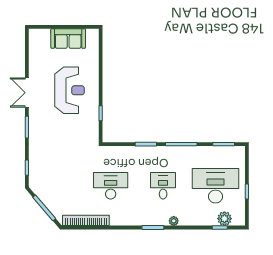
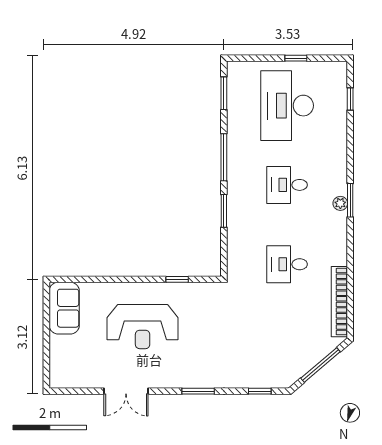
sofa: (68, 39) -> (64, 308), moved
reception desk: (69, 90) -> (143, 327), turned 180
double door: (27, 93) -> (126, 391), moved
desk: (111, 186) -> (287, 264), width x0.73
plant: (224, 219) -> (337, 92), removed
plant: (174, 221) -> (340, 203), moved

